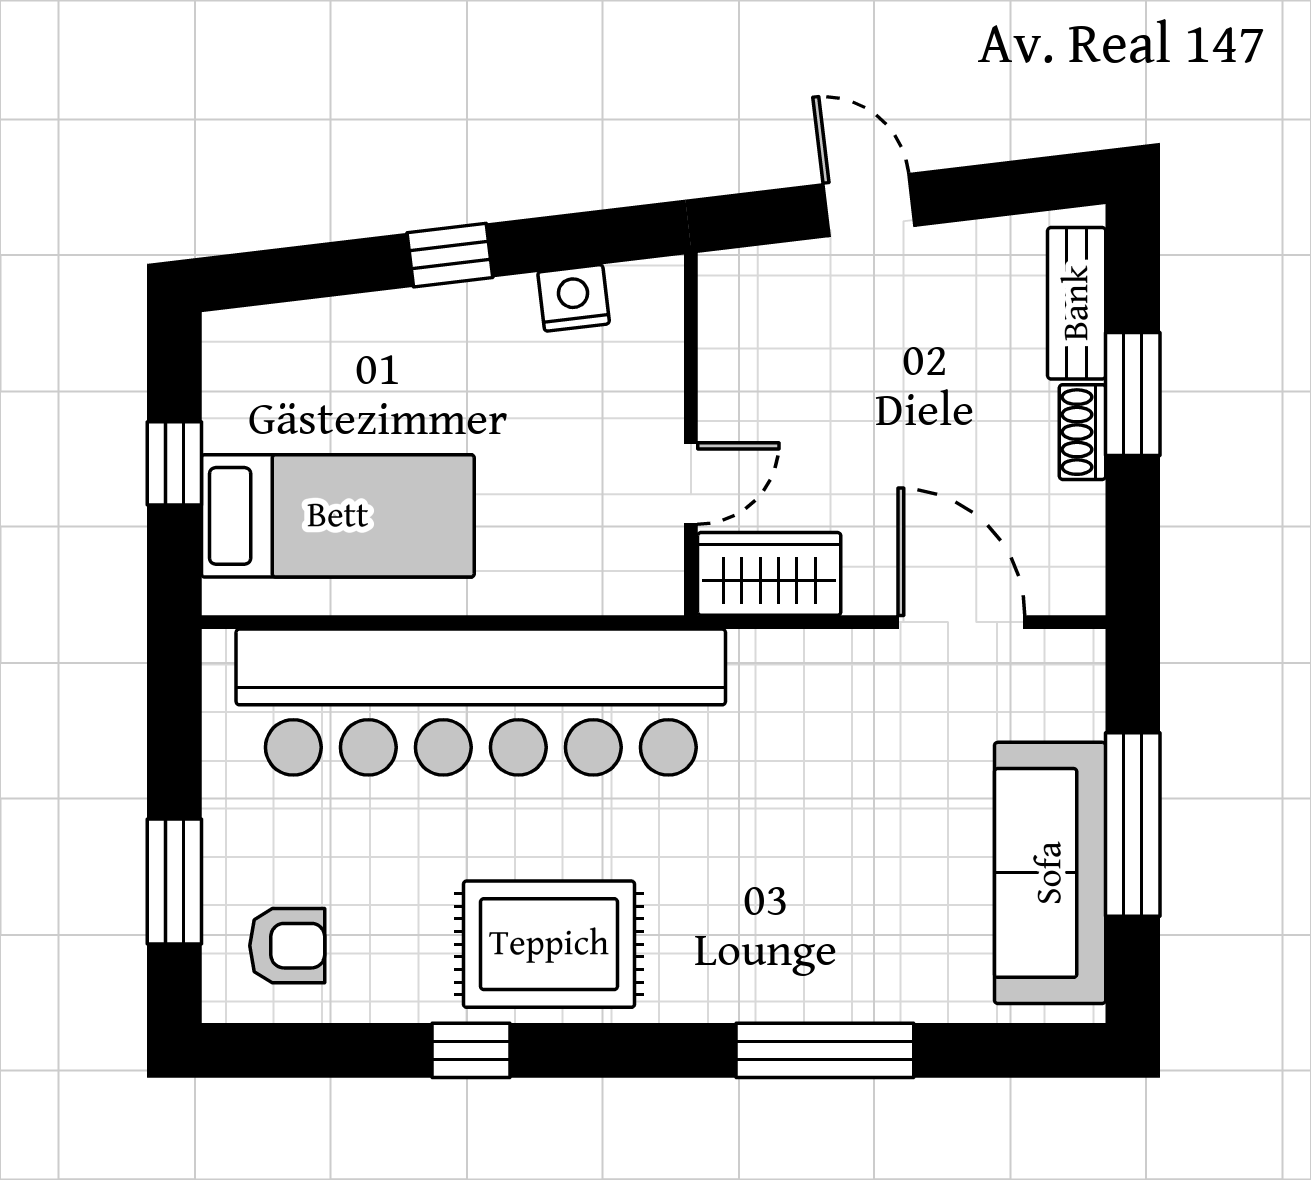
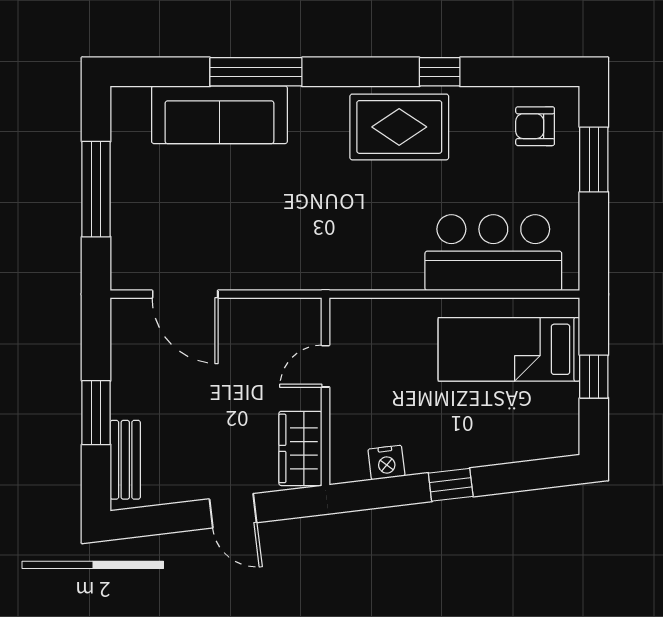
shoe rack: (1082, 432) -> (122, 393), removed
wardrobe: (769, 574) -> (300, 448), moved, turned 90
bar counter: (481, 702) -> (493, 253), width x0.54
sofa: (1050, 873) -> (219, 115), moved, turned 90

